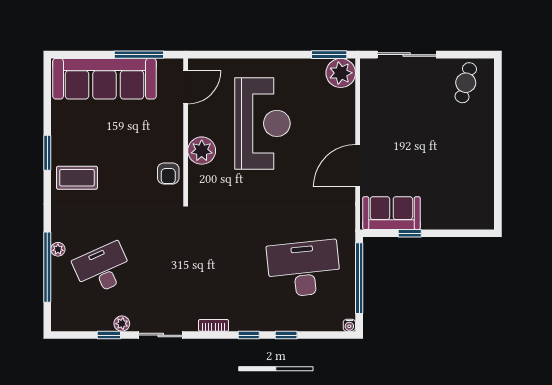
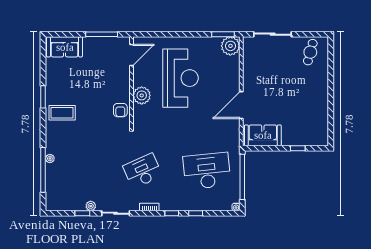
sofa: (104, 79) -> (65, 47), width x0.54, depth x0.79
window: (410, 233) -> (298, 148), moved
desk: (103, 269) -> (143, 171), moved

